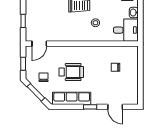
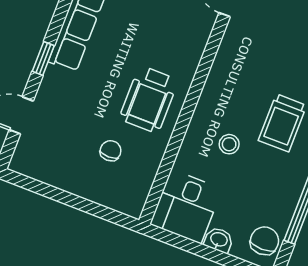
wheelchair: (71, 72) -> (149, 99), moved

